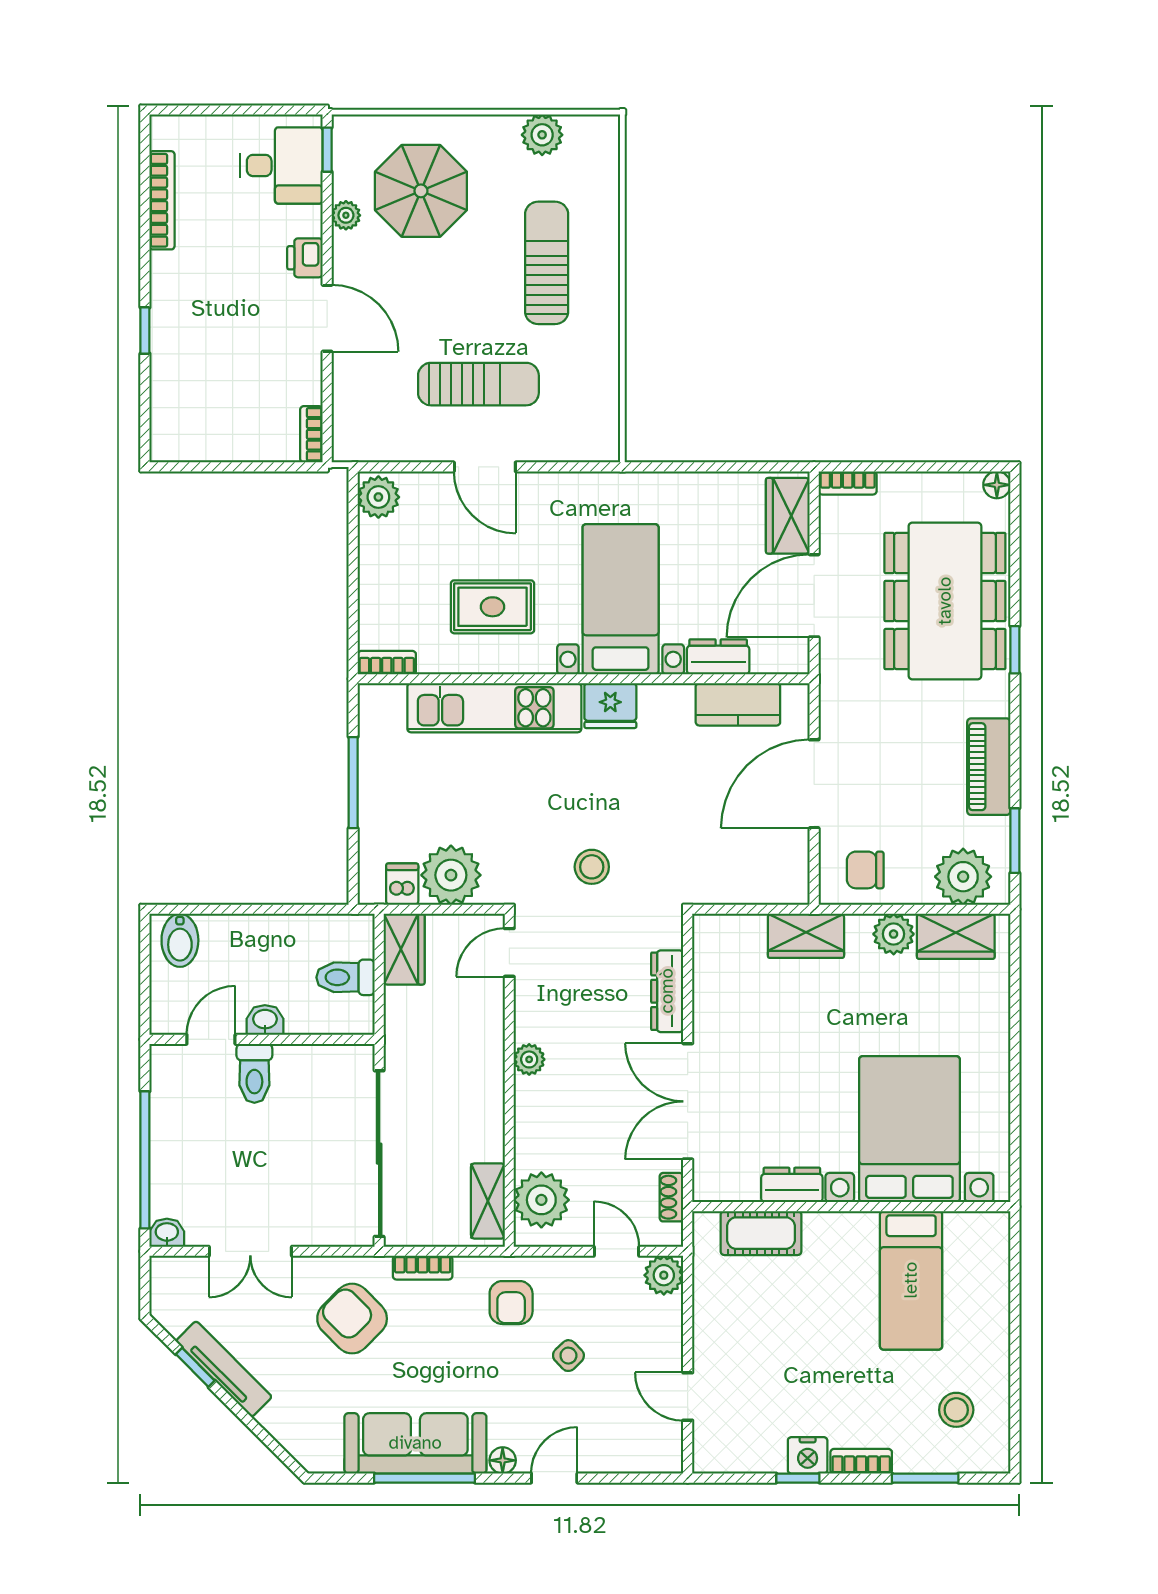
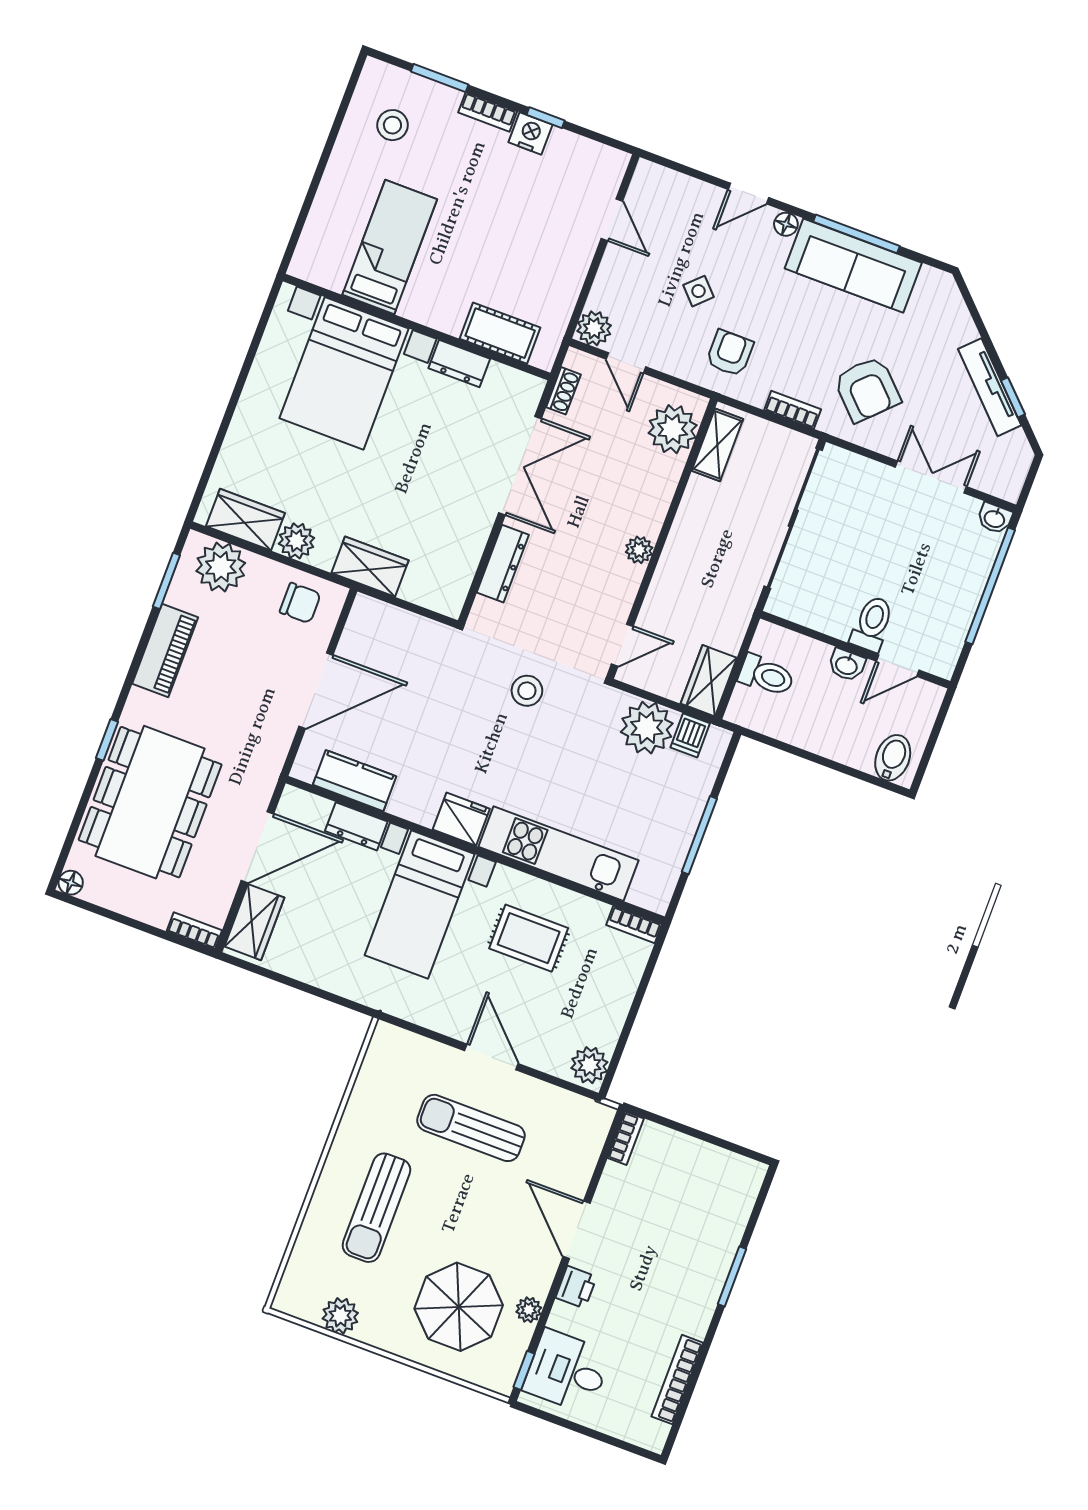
window: (145, 330) -> (732, 1276), width x1.50

